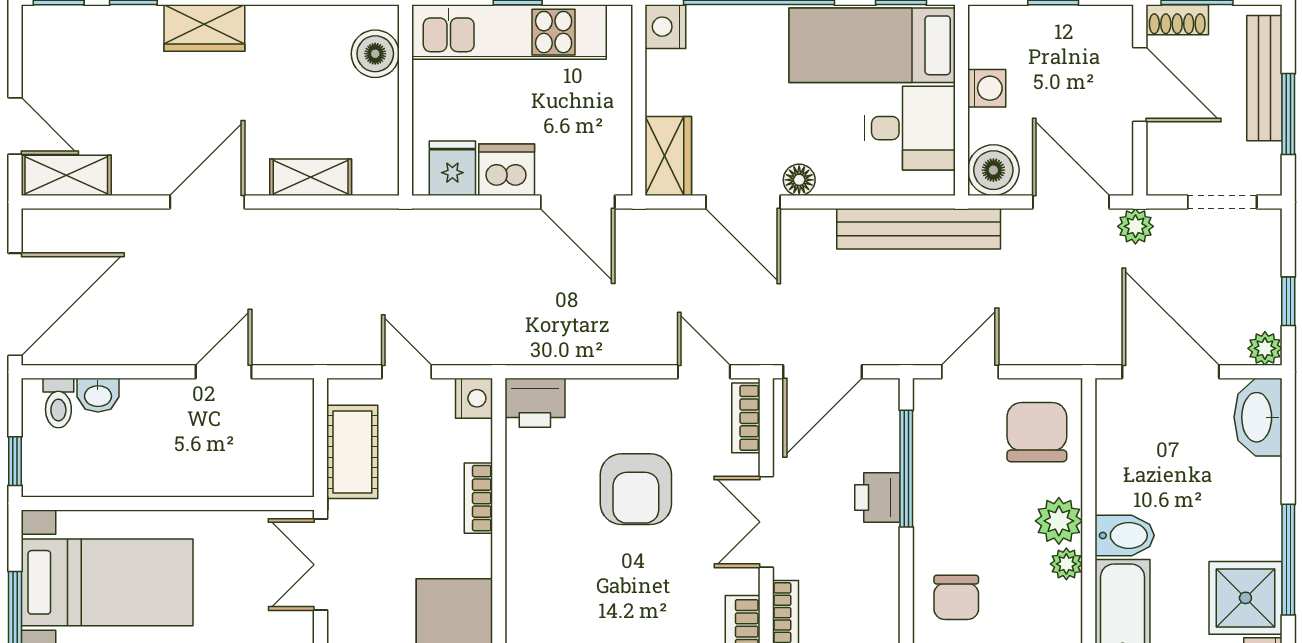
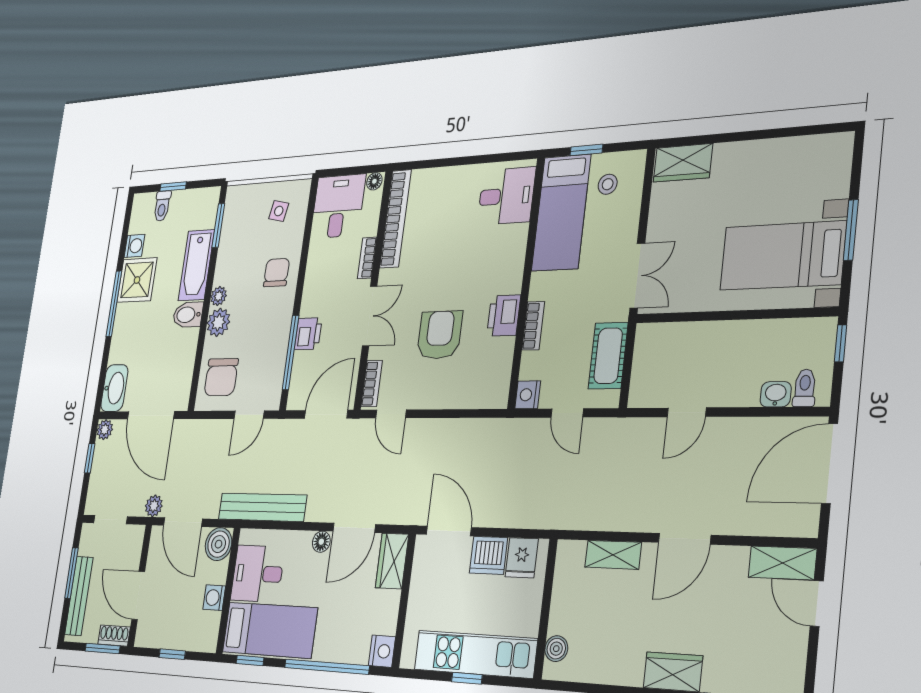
boiler: (375, 54) -> (556, 649), width x0.73, depth x0.73
door: (743, 202) -> (354, 528), swing flipped
printer: (535, 403) -> (504, 316), moved, turned -90

